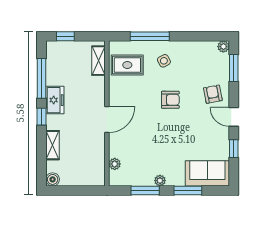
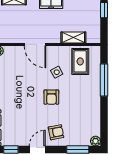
shelving: (98, 61) -> (73, 37), moved
side table: (164, 61) -> (57, 72), moved

